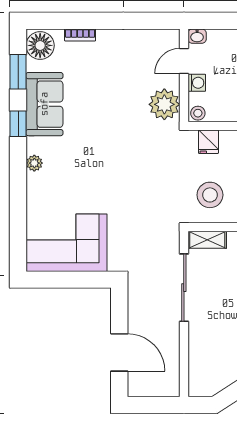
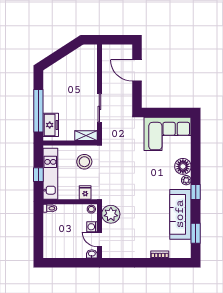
floor lamp: (40, 45) -> (183, 166), moved
door: (184, 61) -> (99, 239), swing flipped
sofa: (44, 104) -> (180, 214), width x1.36
window: (18, 124) -> (196, 192), moved
sliding door: (184, 288) -> (99, 108), width x0.73

